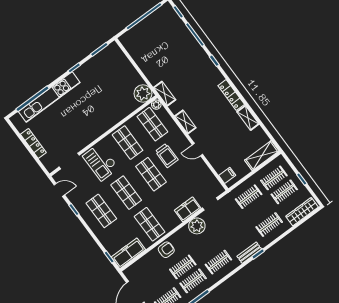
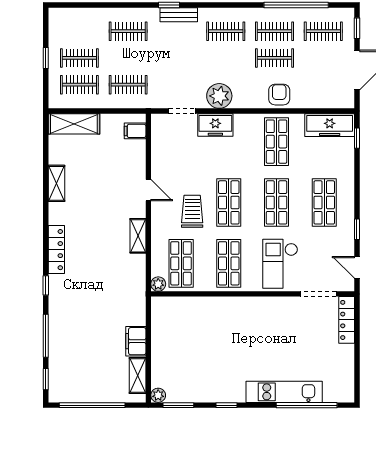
filing cabinet: (146, 66) -> (136, 341), added
plant: (143, 93) -> (158, 395), moved, width x0.53, depth x0.53
shelving: (165, 94) -> (138, 376), moved
locker: (231, 95) -> (56, 250), moved
kitchen unit: (49, 97) -> (284, 392), width x0.73
locker: (33, 143) -> (347, 320), moved
checkout: (101, 162) -> (280, 264), turned 180
wardrobe: (302, 212) -> (75, 17), removed
armchair: (166, 250) -> (279, 95), turned 90

